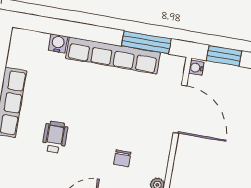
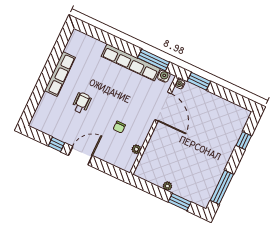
water cooler: (58, 43) -> (164, 76), moved

